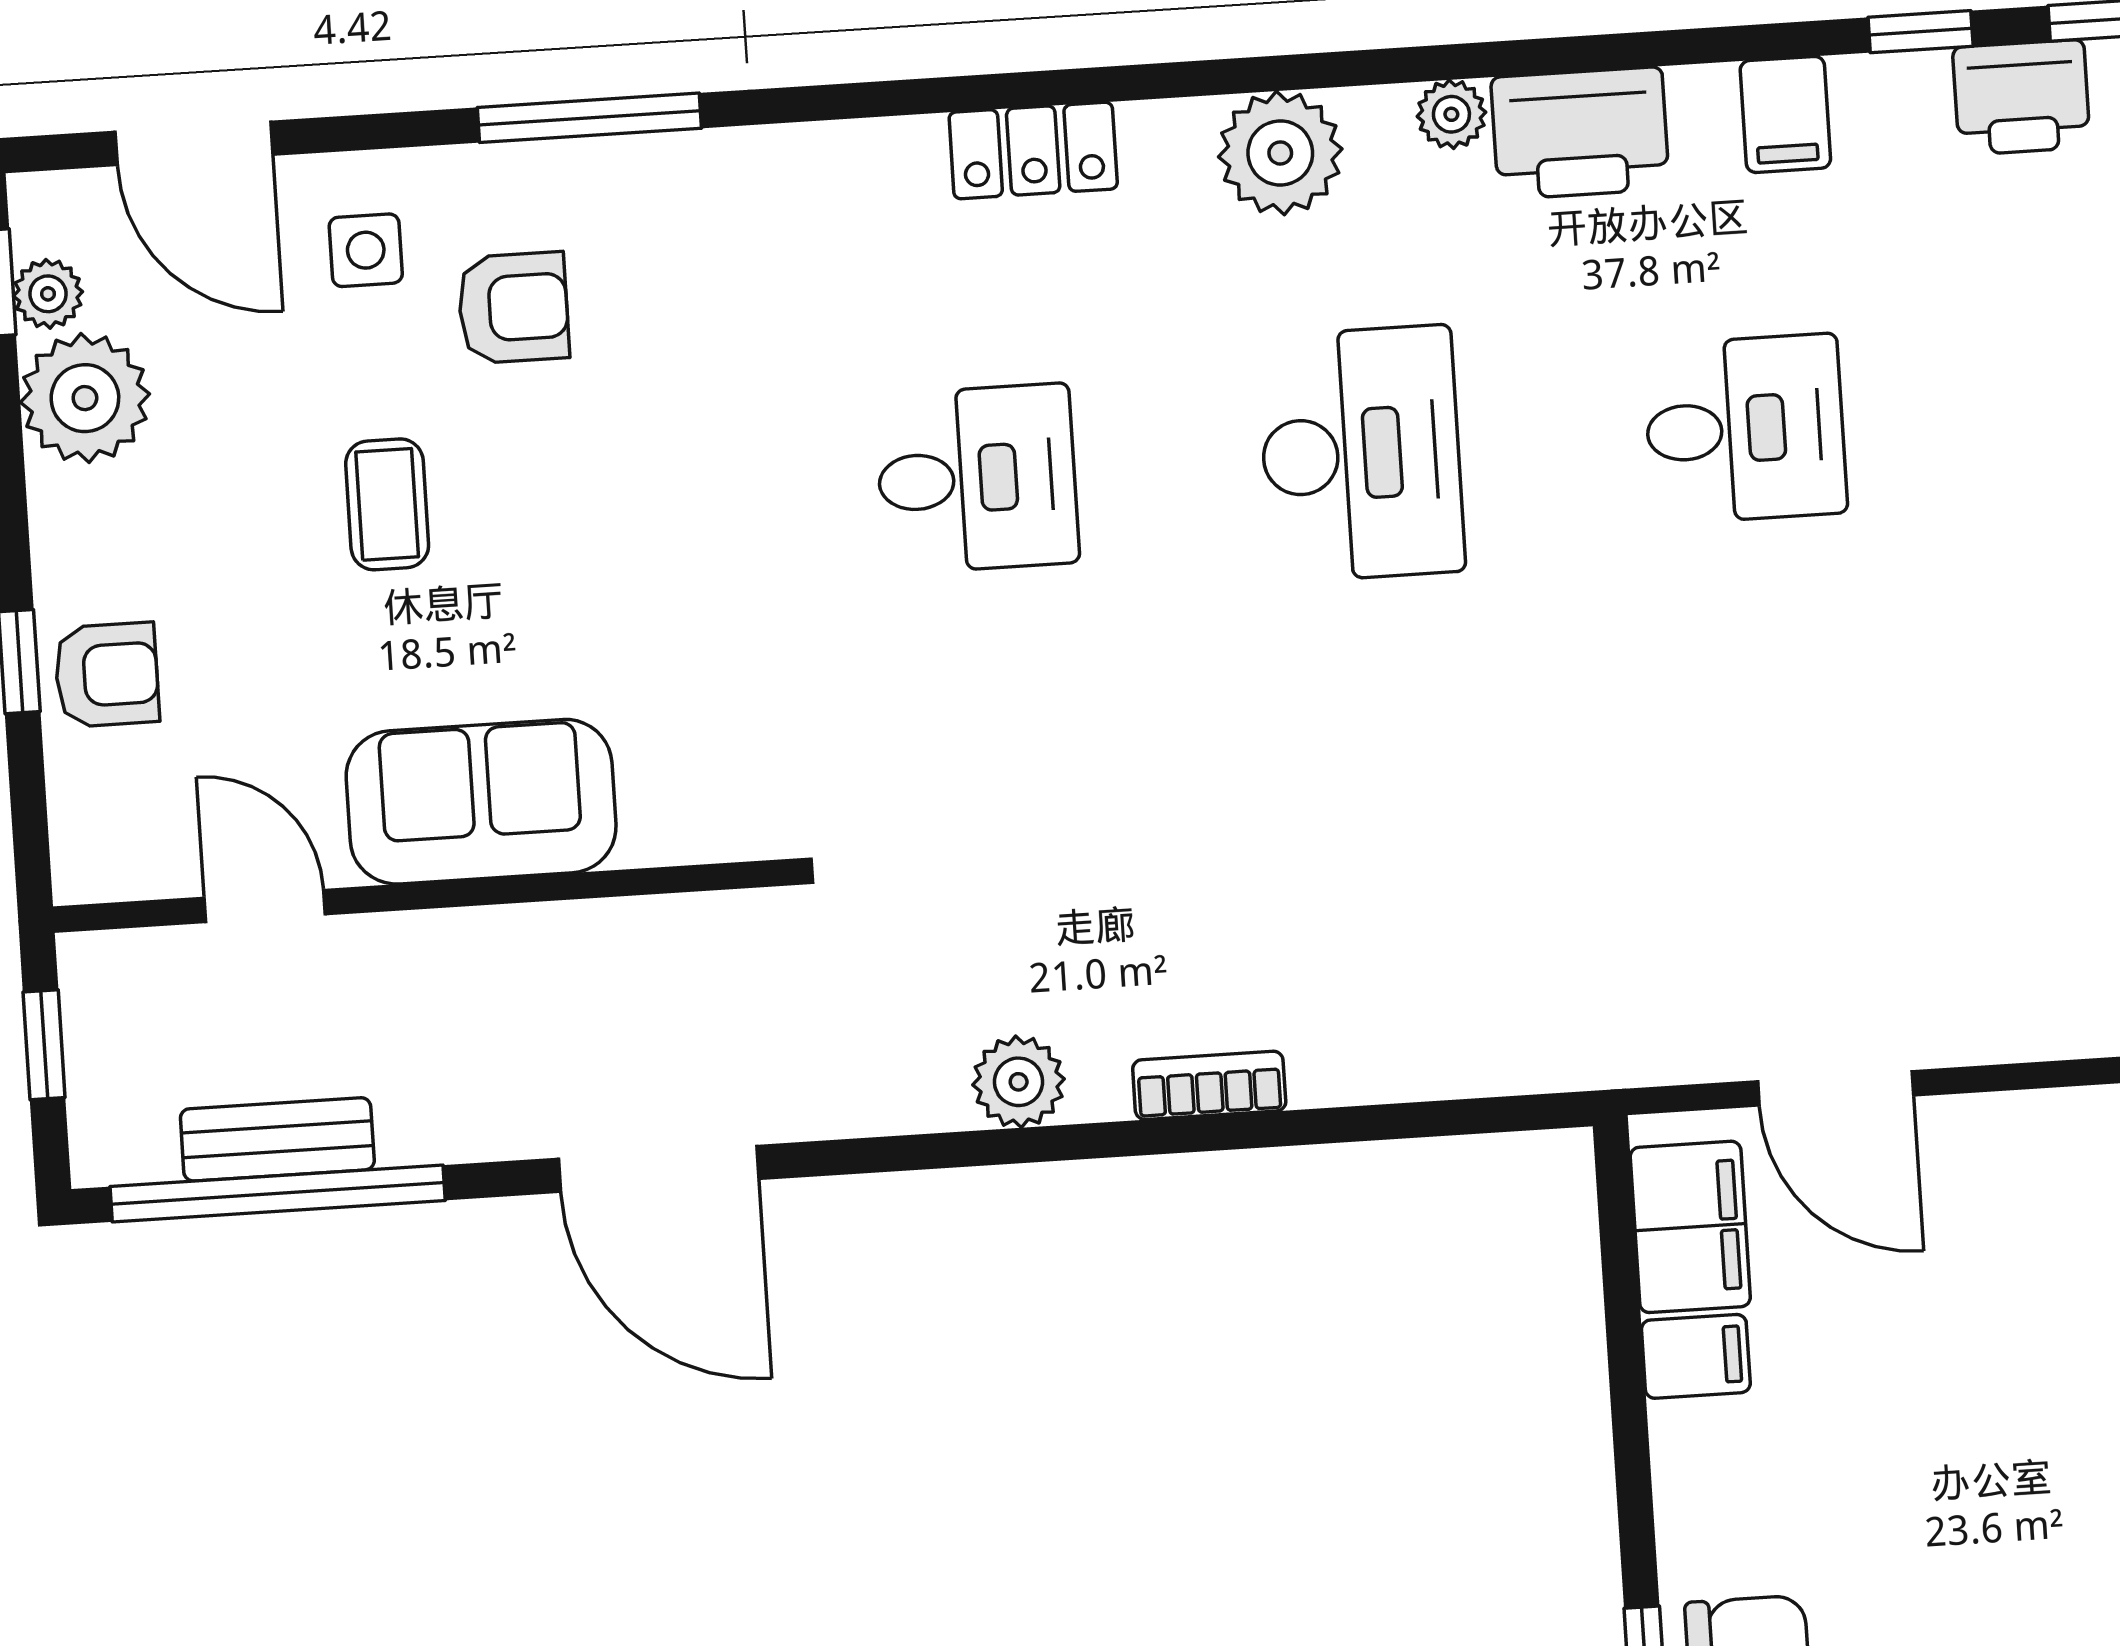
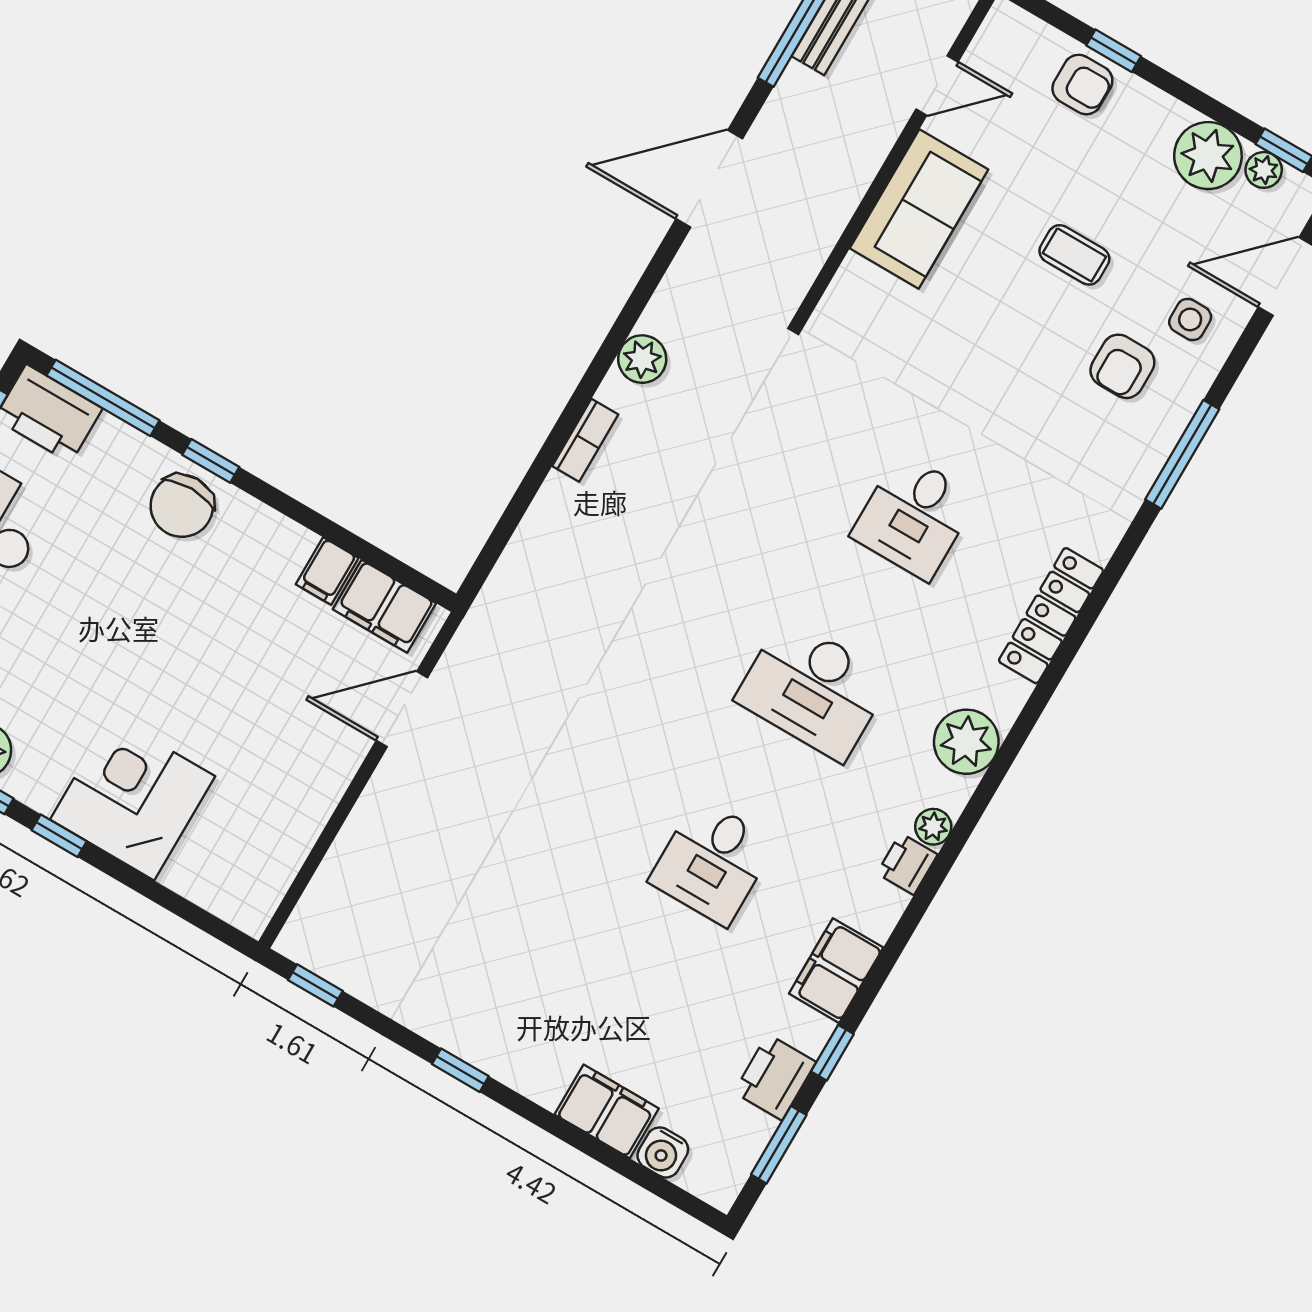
filing cabinet: (1785, 114) -> (836, 971), width x2.00
printer: (1580, 133) -> (907, 864), width x0.53, depth x0.68
locker: (1033, 151) -> (1051, 616), width x1.53
armchair: (107, 675) -> (1082, 85), turned -90

